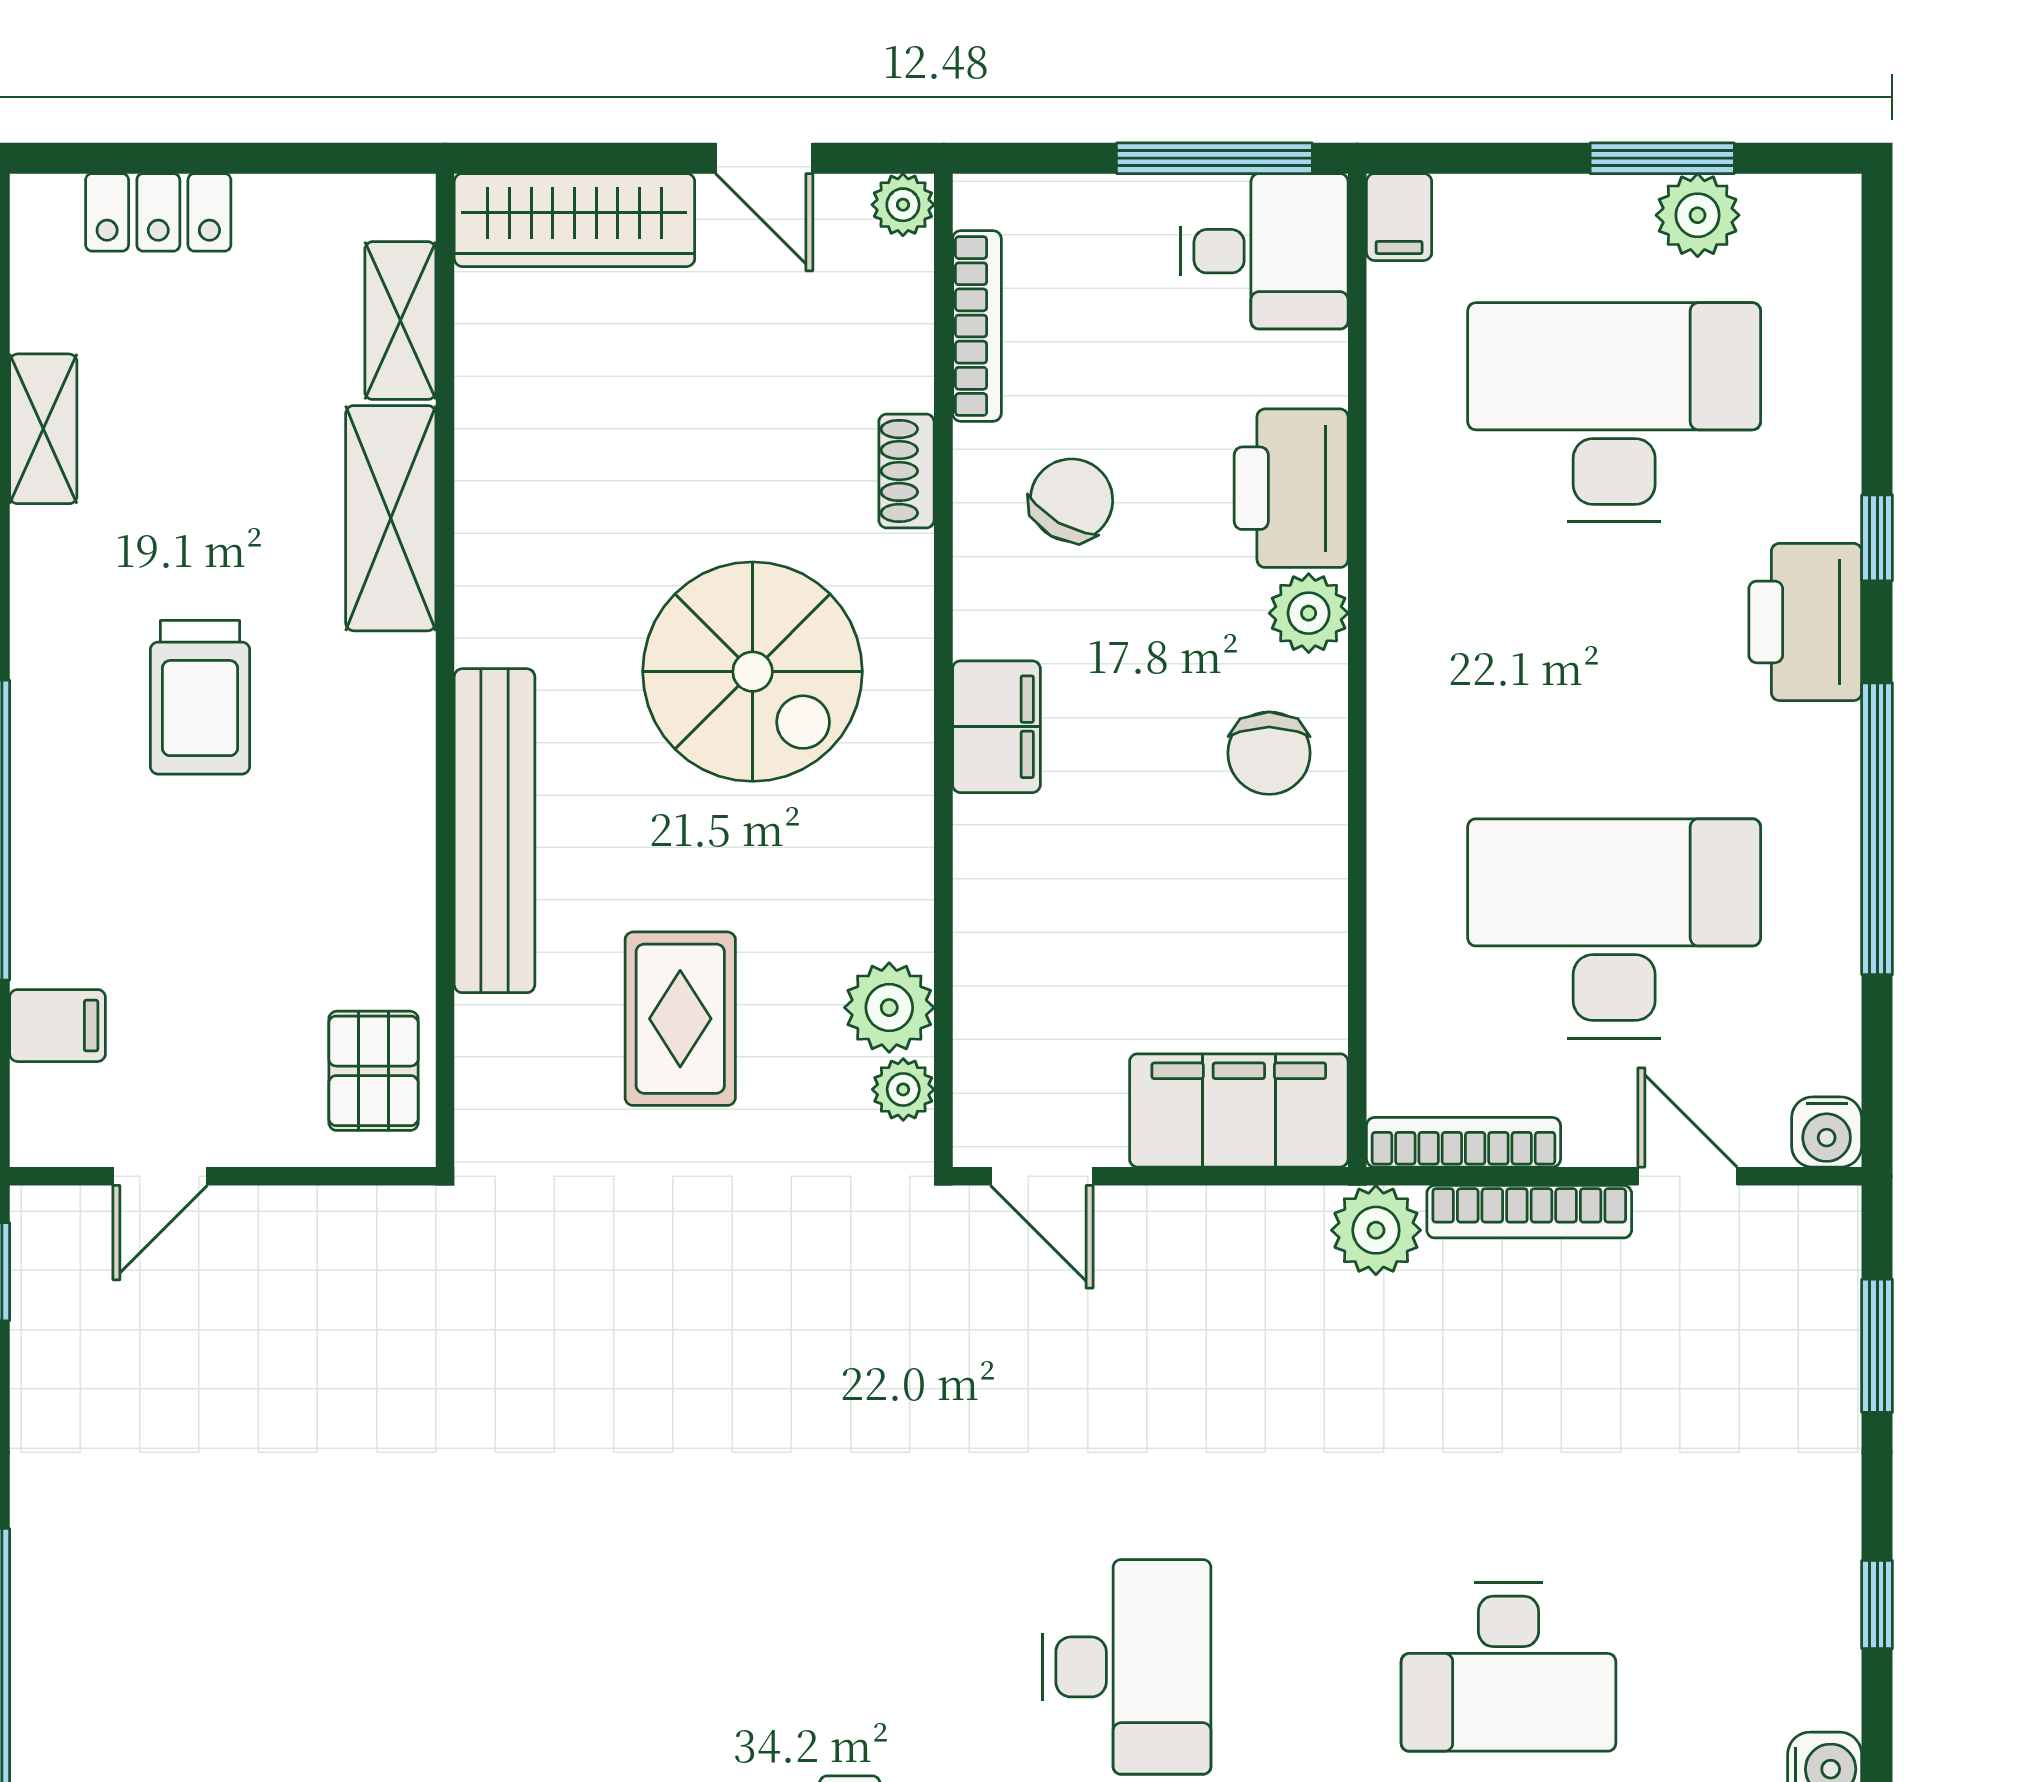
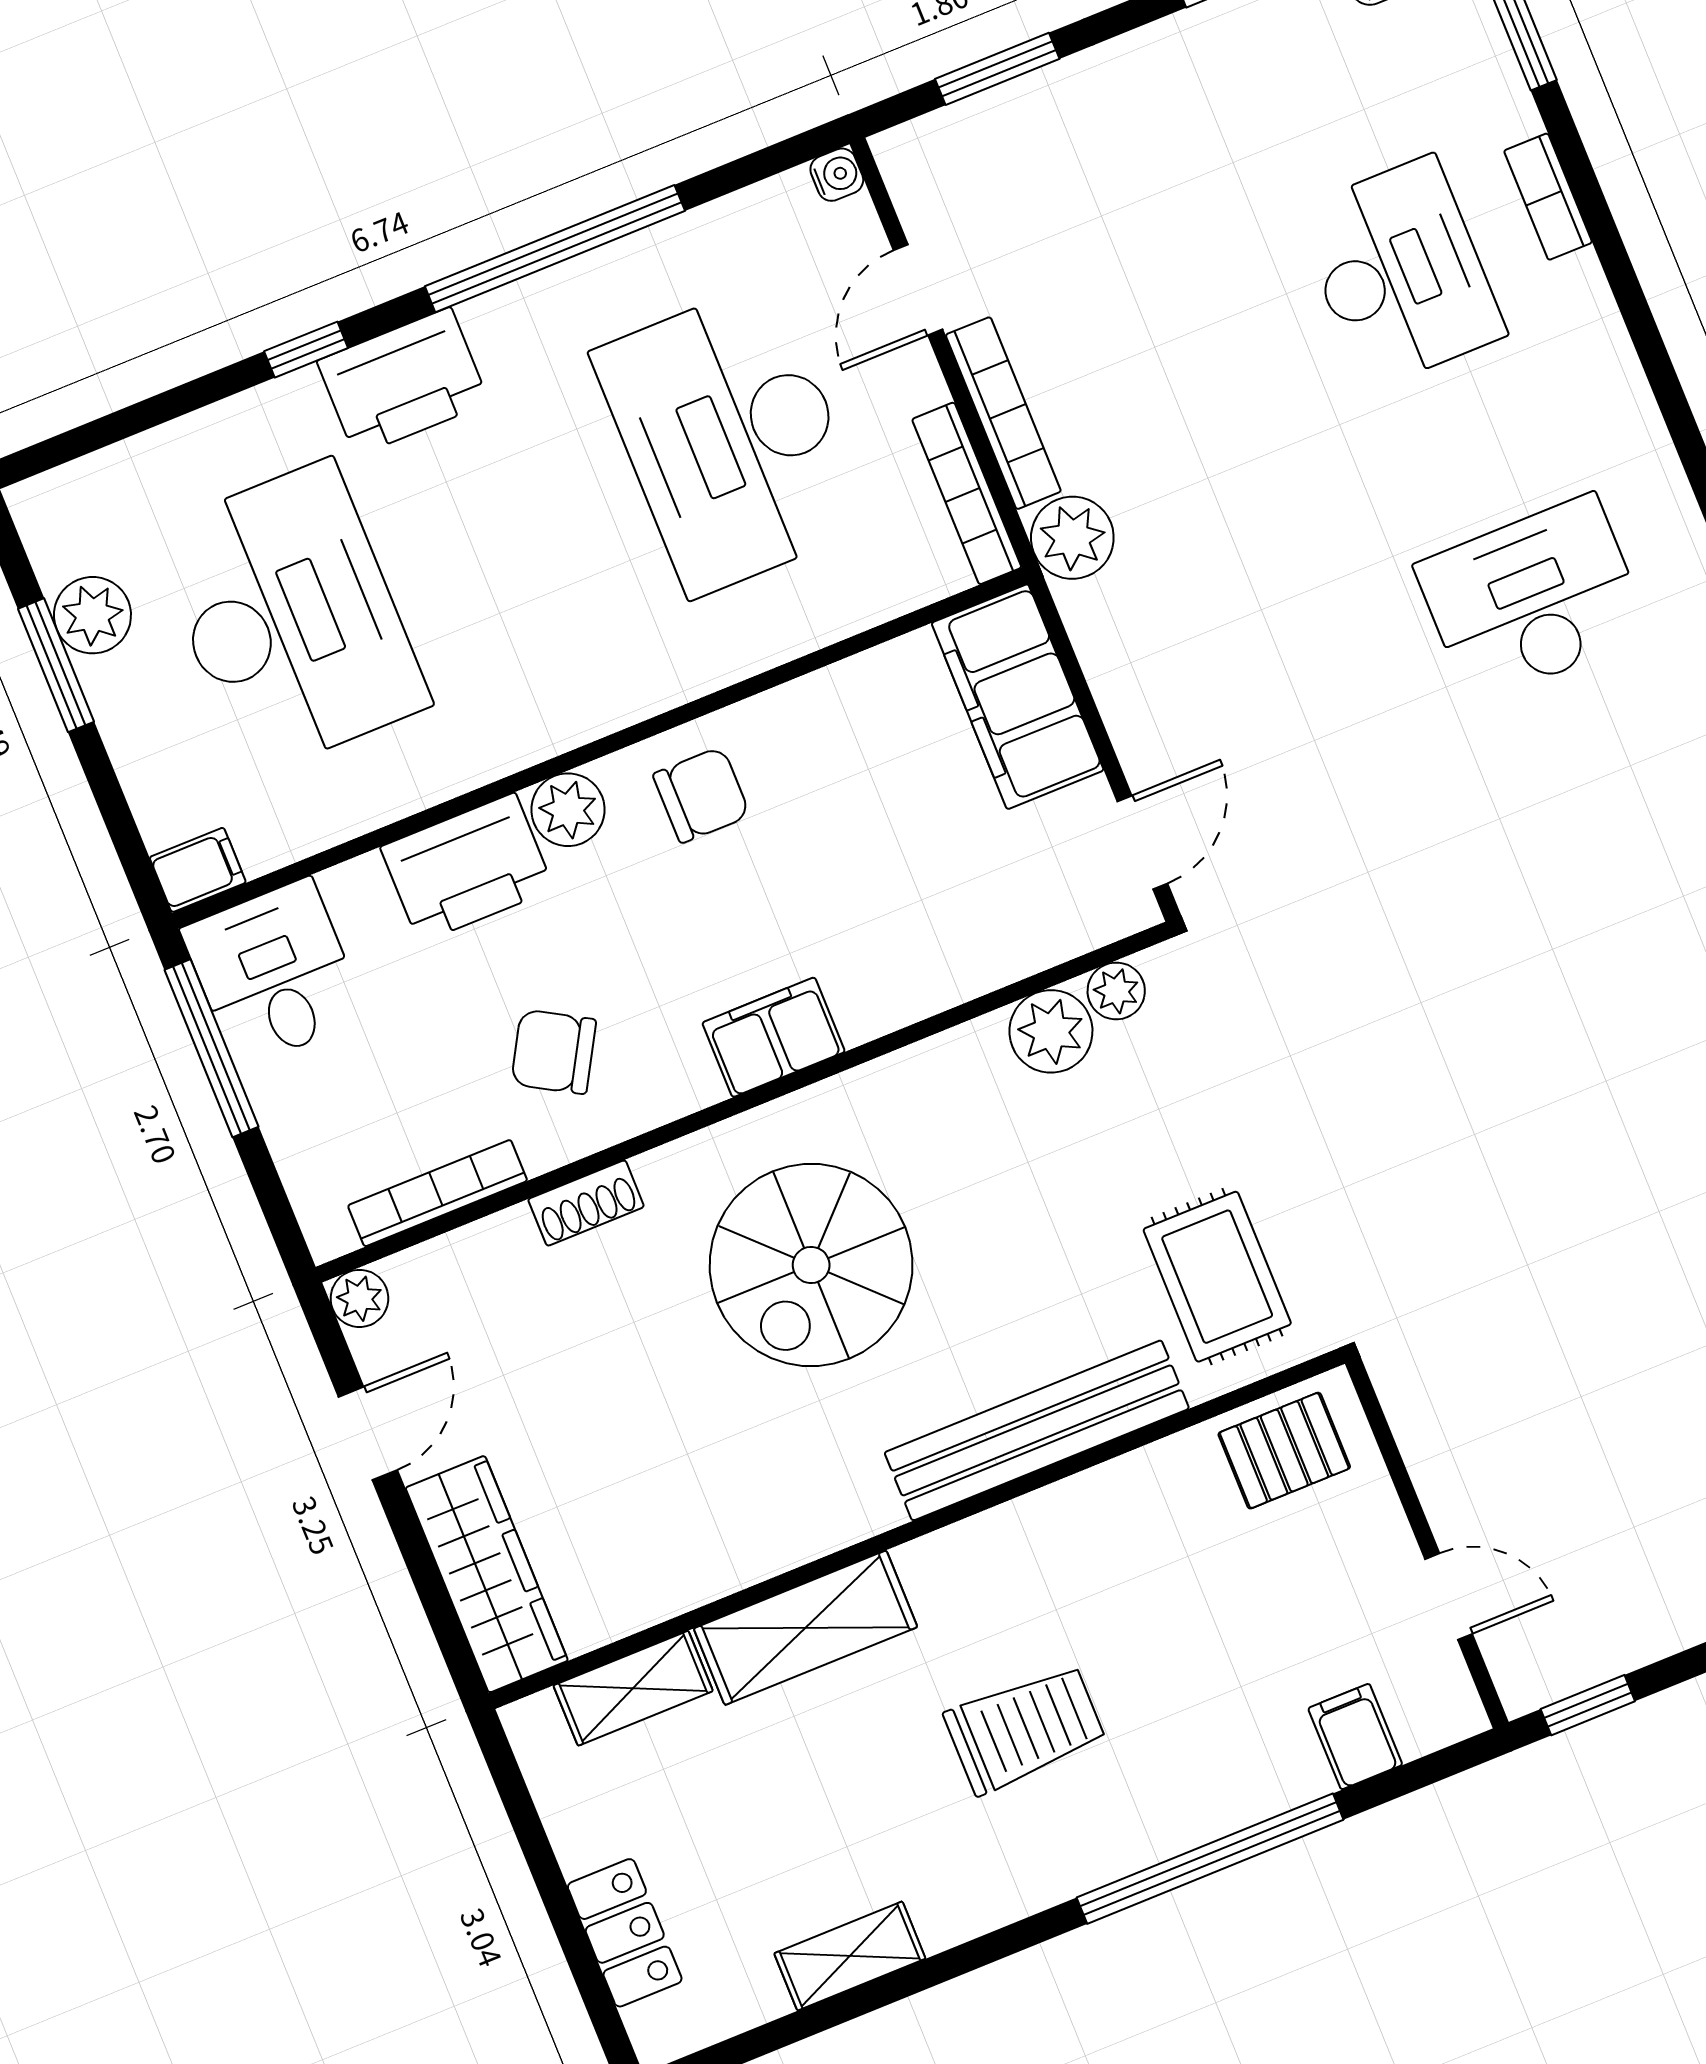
desk: (1614, 412) -> (290, 618), turned 180
spiral stairs: (753, 672) -> (811, 1265), turned 180
rug: (680, 1019) -> (1217, 1277), moved, turned 90
water cooler: (1827, 1132) -> (837, 175), width x0.72, depth x0.72

